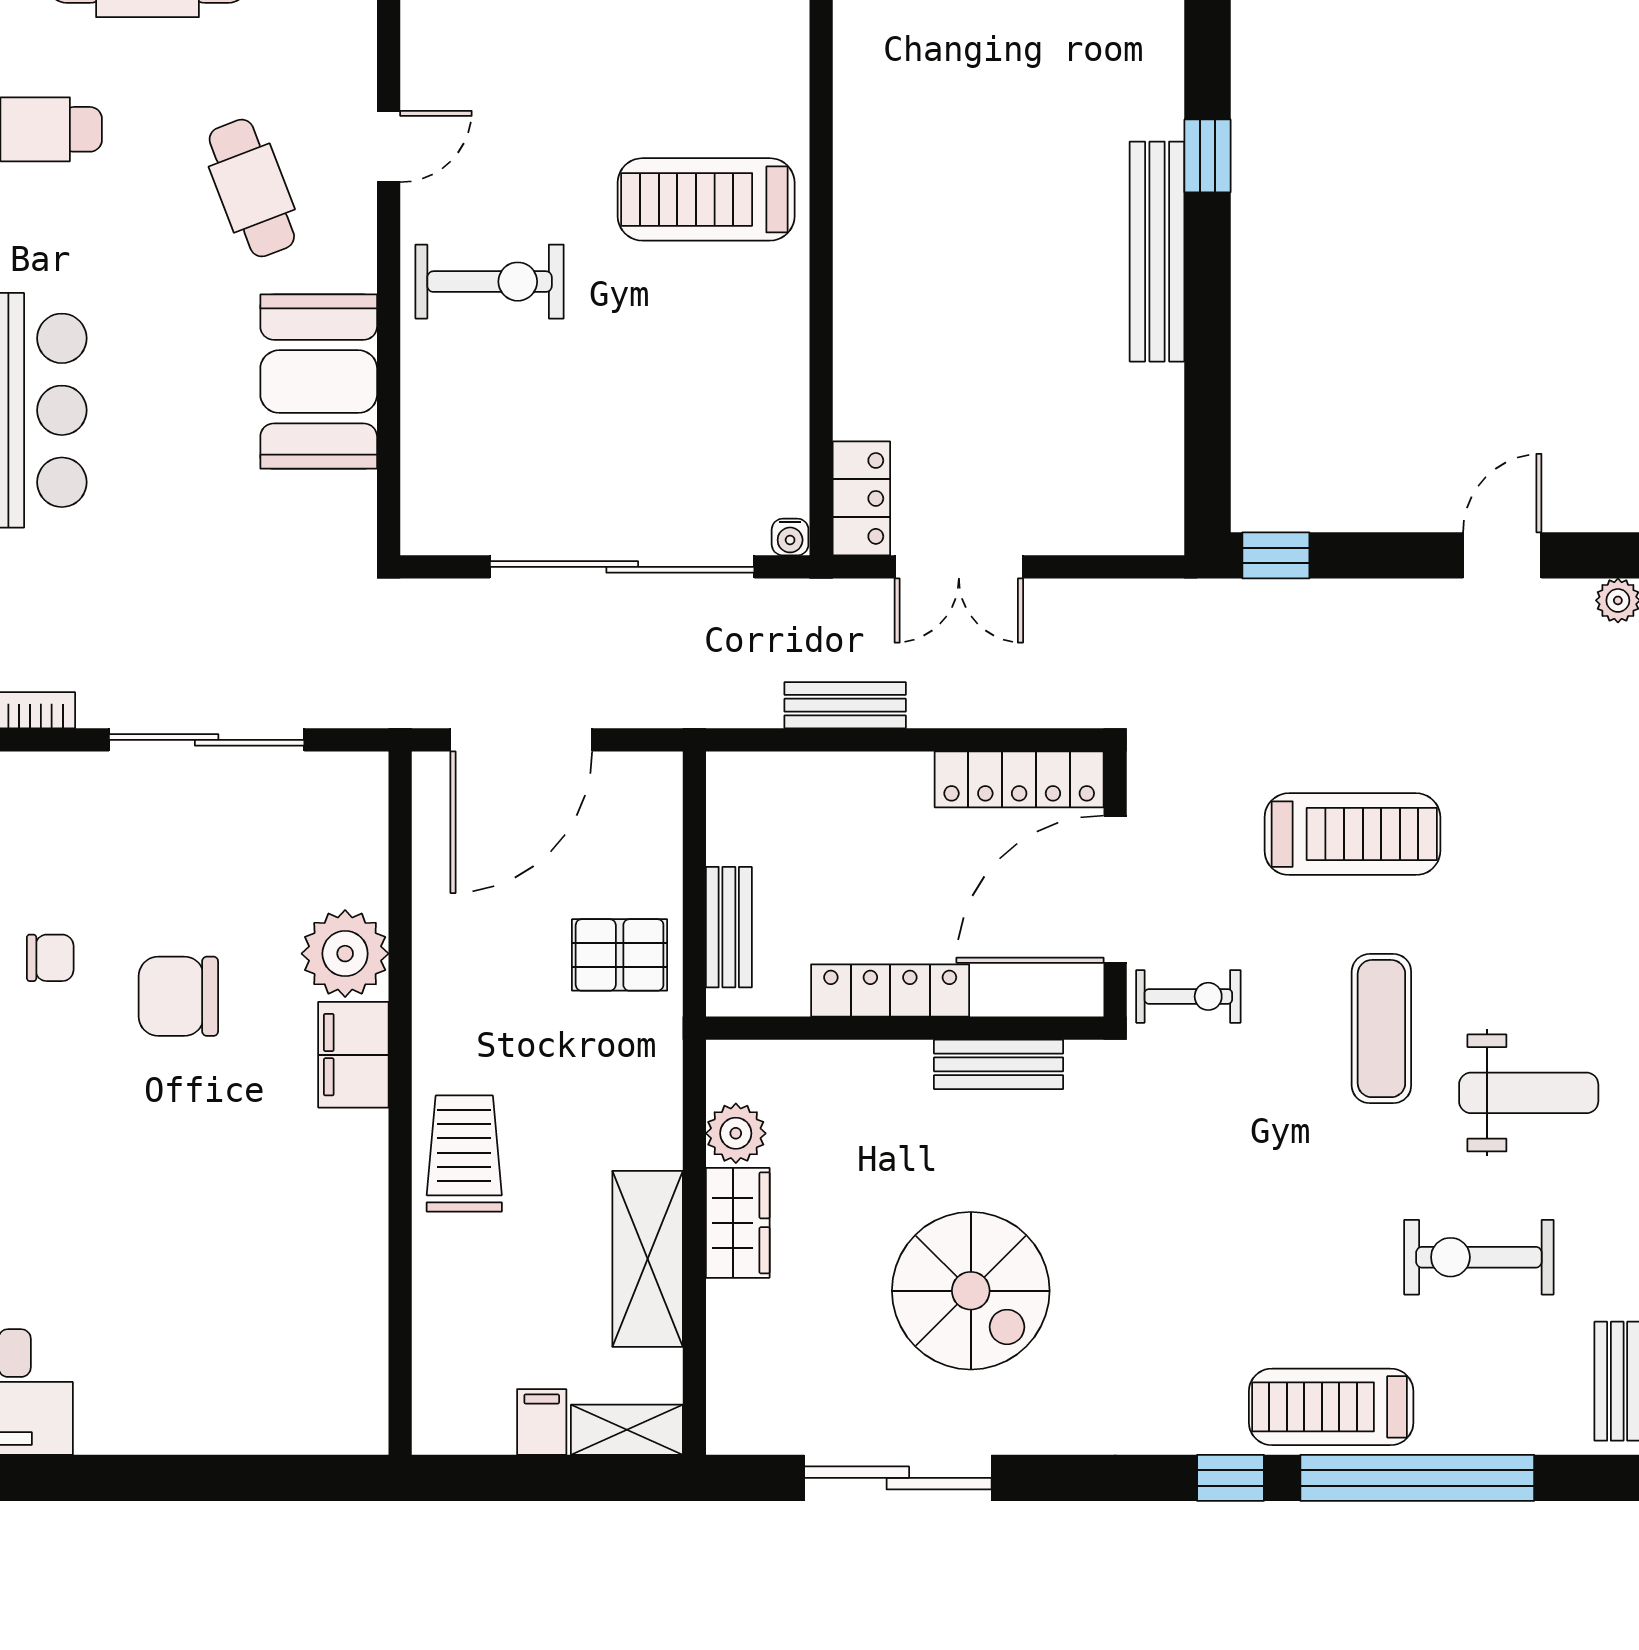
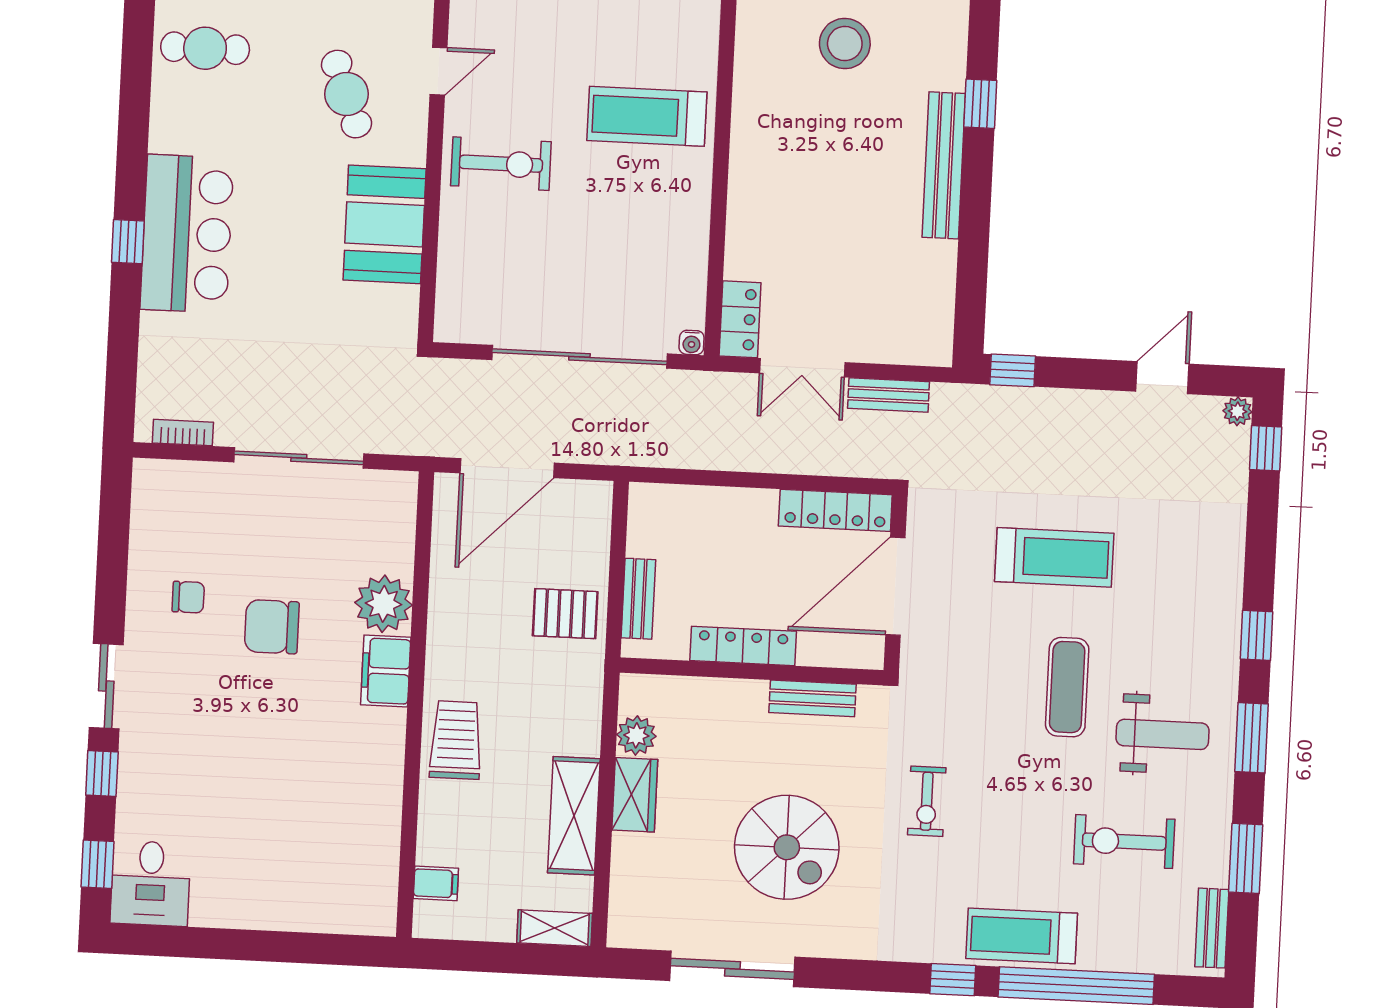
stool: (999, 75) -> (845, 44), added
bench: (845, 705) -> (888, 395), moved
exercise bike: (1188, 996) -> (927, 801), moved, turned 90
filing cabinet: (542, 1422) -> (436, 883), moved, turned 90

